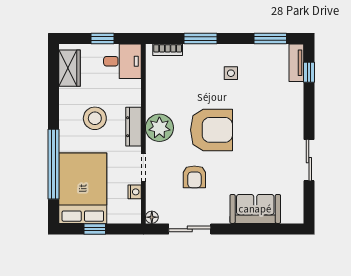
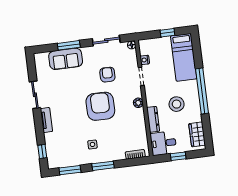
window: (201, 38) -> (103, 166), moved
tv unit: (296, 63) -> (46, 120), moved
dresser: (134, 127) -> (153, 119), moved
plant: (159, 128) -> (138, 103), width x0.53, depth x0.53
armchair: (211, 130) -> (100, 106), turned 90
window: (54, 164) -> (202, 91), moved
bed: (83, 188) -> (184, 57), width x0.67
window: (248, 229) -> (69, 45), added

